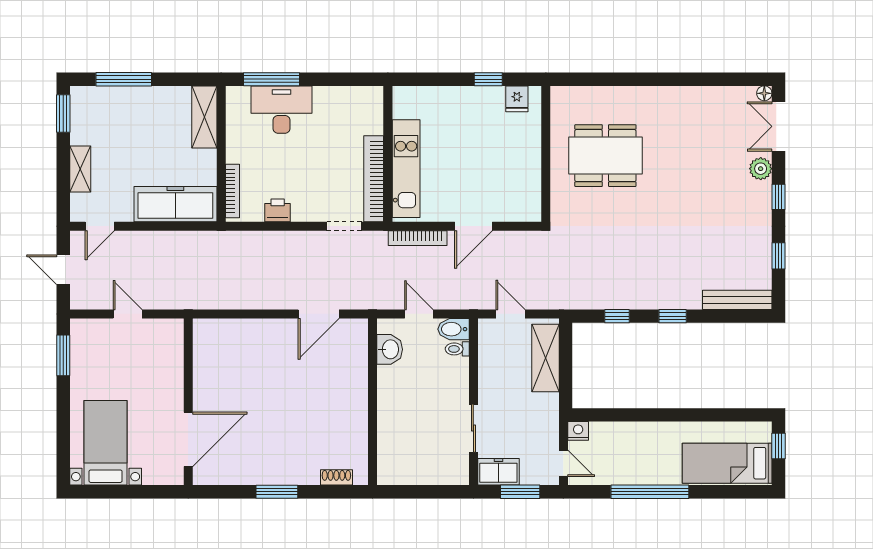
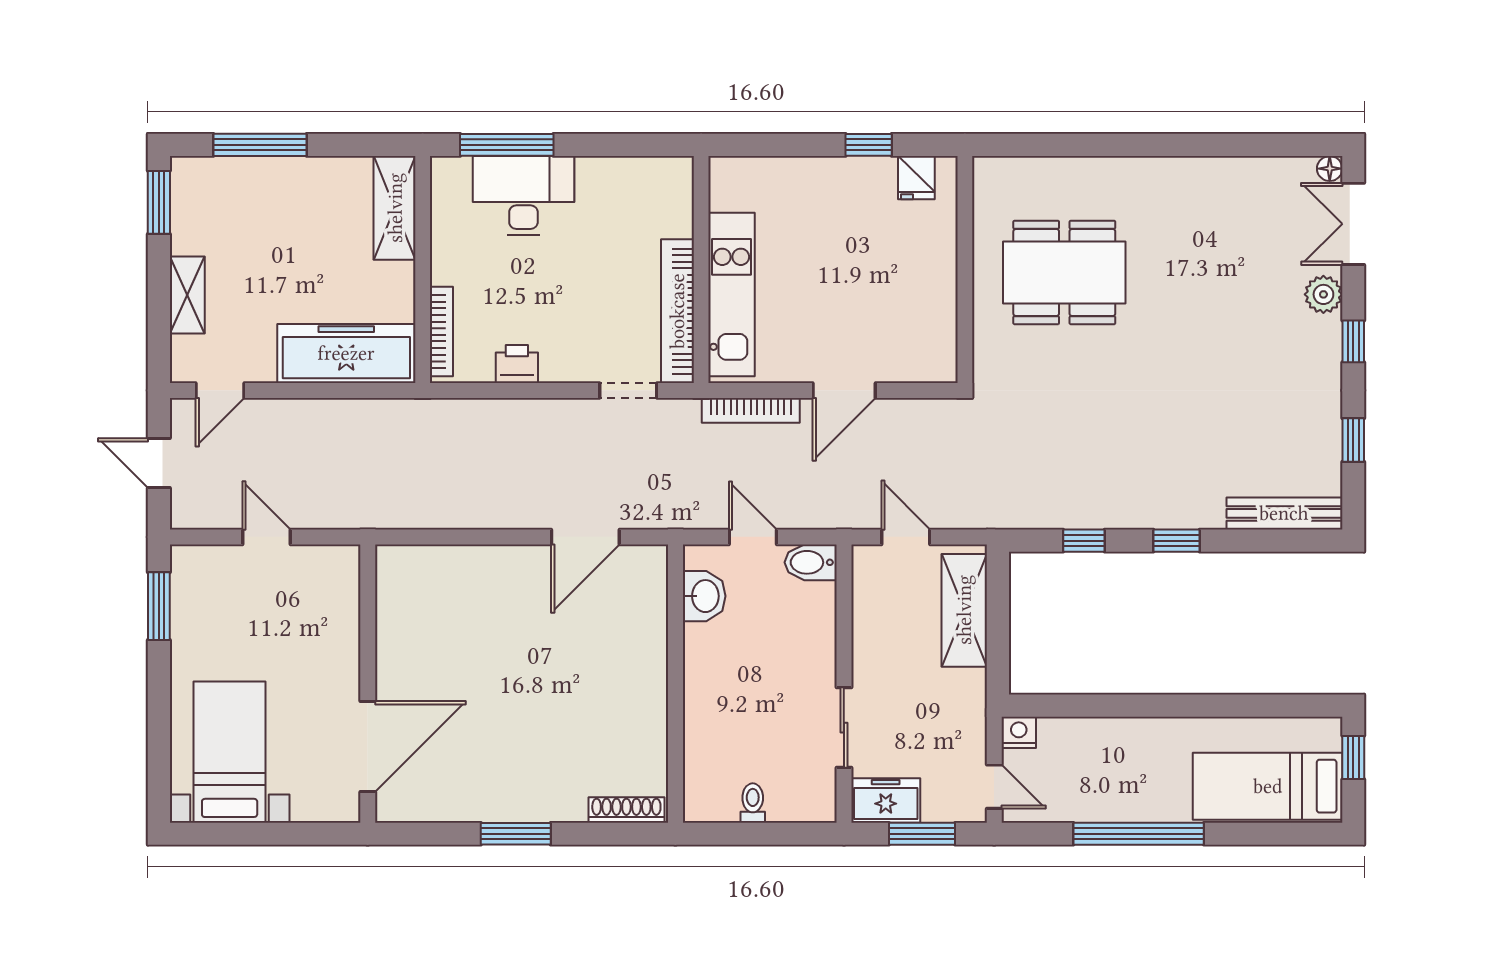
toilet: (457, 349) -> (753, 803), moved, turned 90
shoe rack: (336, 477) -> (626, 810), width x1.43

